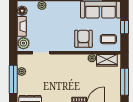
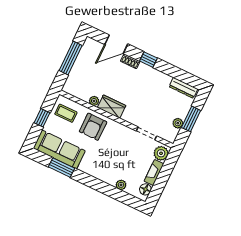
wardrobe: (107, 60) -> (112, 107), moved
window: (13, 79) -> (191, 119), width x0.69

